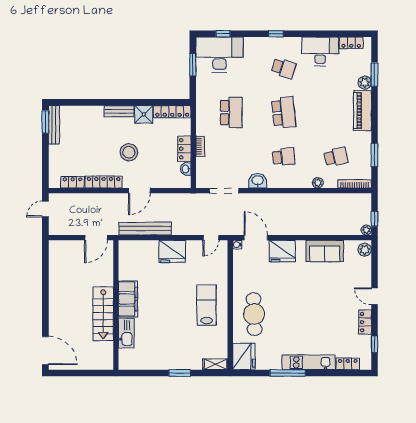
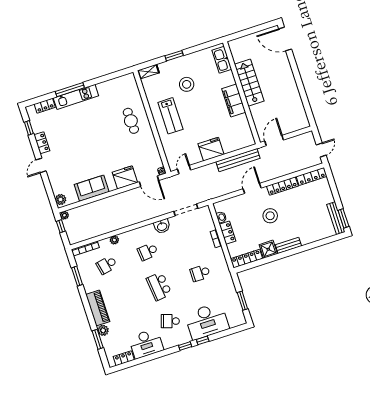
window: (223, 34) -> (203, 340), moved
desk: (220, 55) -> (207, 321), moved
school desk: (231, 113) -> (200, 273), width x0.54
locker: (73, 182) -> (312, 176), width x1.53
door: (374, 296) -> (41, 165), swing flipped
cafe table: (254, 314) -> (131, 121), width x0.73, depth x0.74
kitchen sink: (126, 333) -> (222, 60), moved
stool: (176, 335) -> (187, 84), added
fridge: (244, 356) -> (128, 85), removed
window: (288, 373) -> (70, 90), moved

